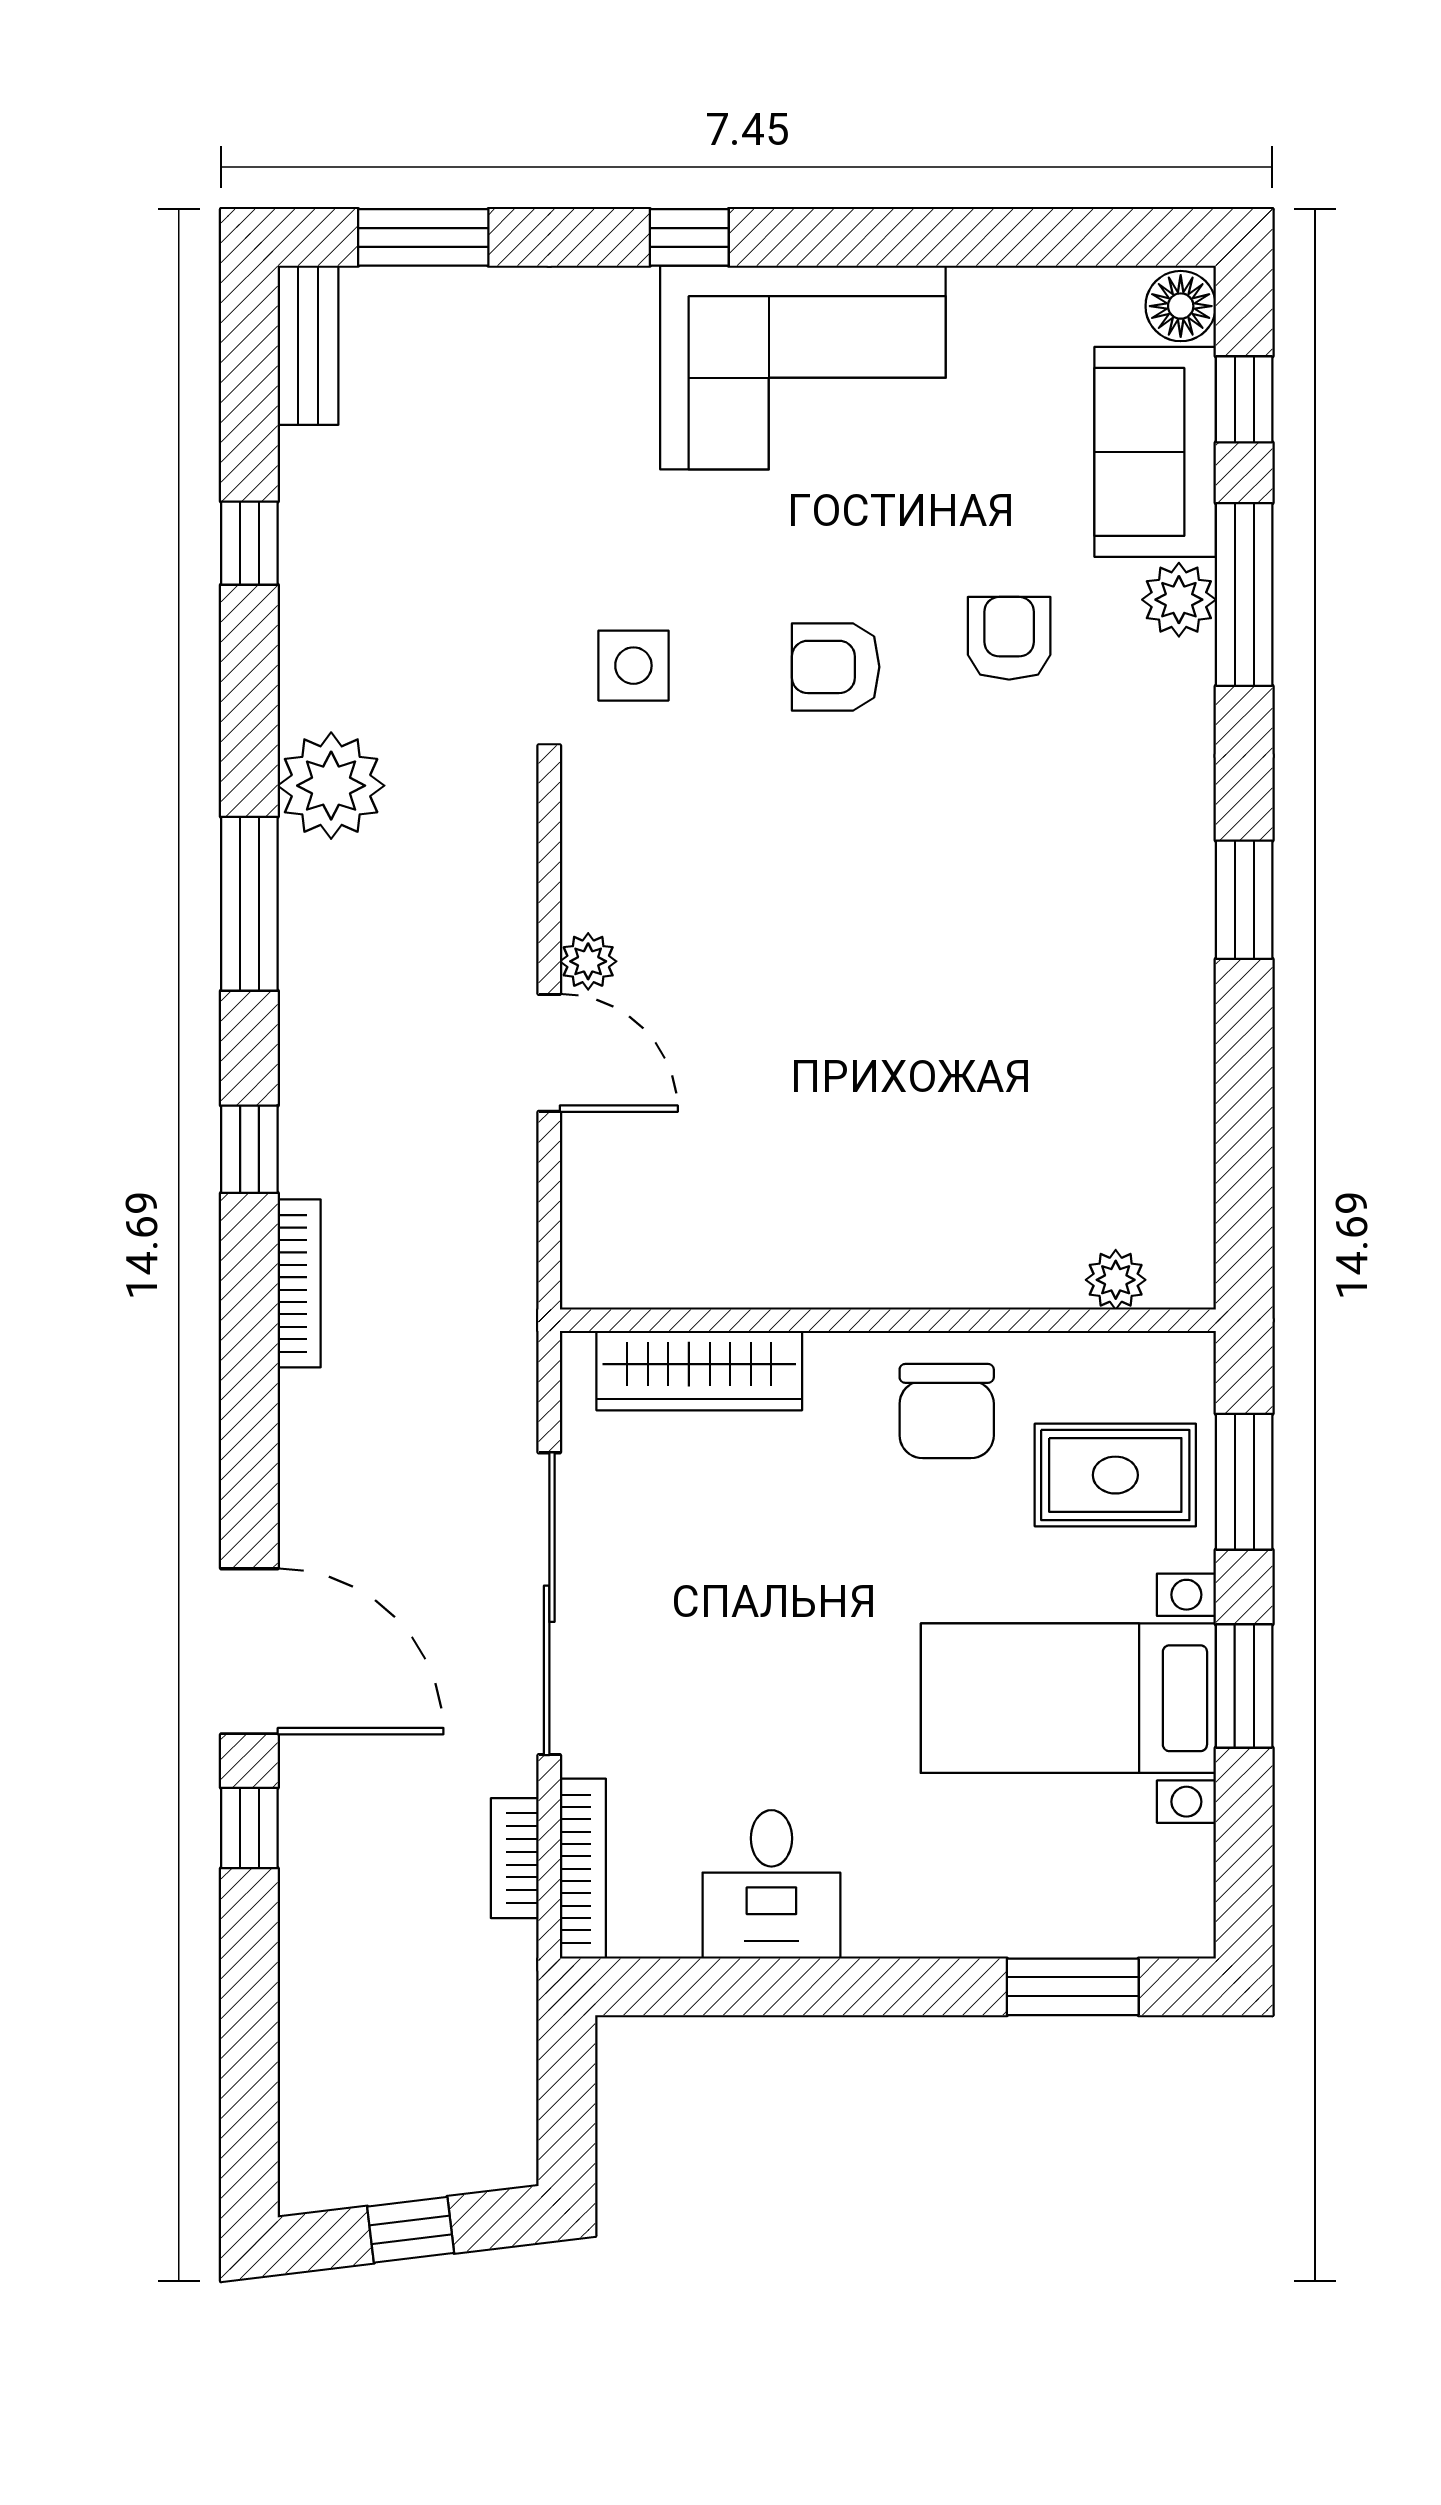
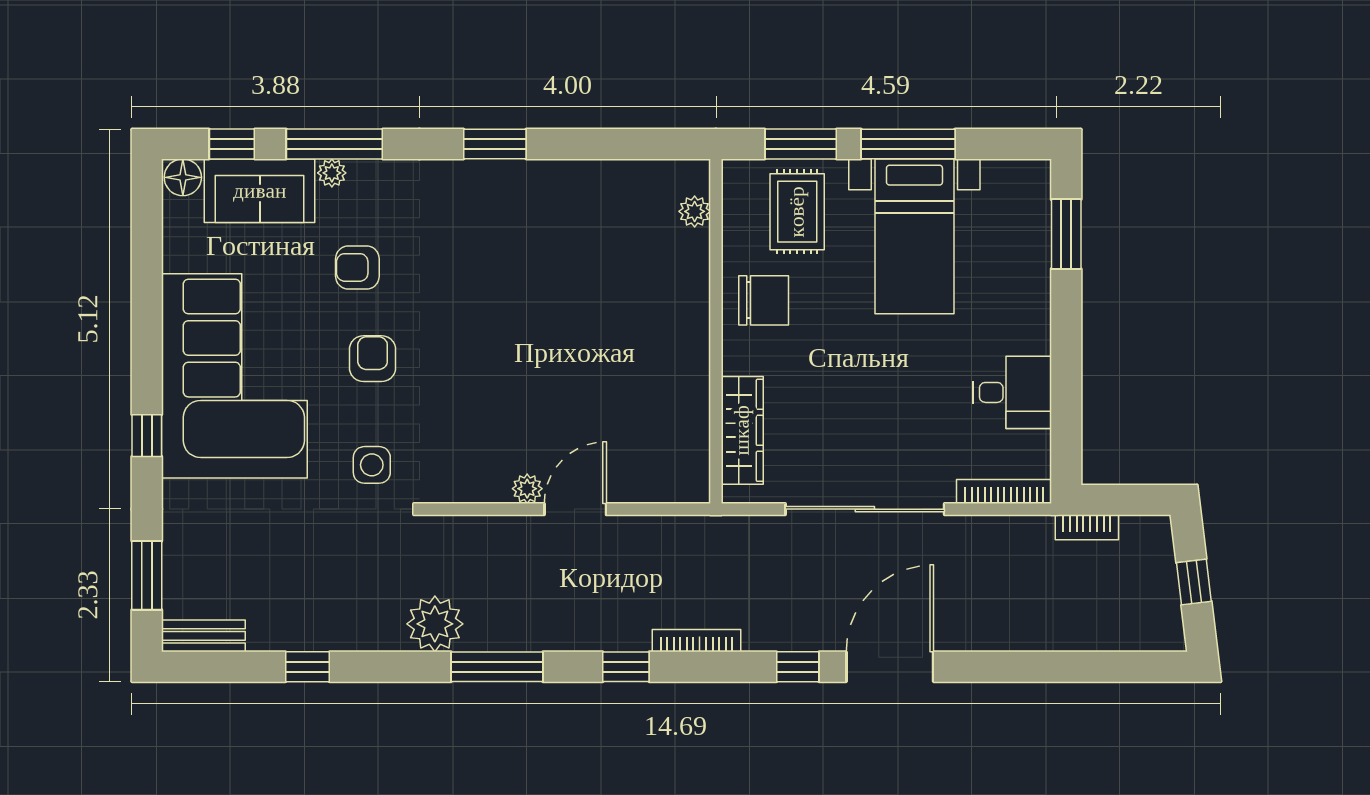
corner sofa: (803, 368) -> (234, 376), width x1.36, depth x1.36
plant: (1179, 600) -> (332, 173), width x0.73, depth x0.73
armchair: (836, 667) -> (373, 359), turned 180
window: (1244, 1686) -> (908, 144), width x1.44
window: (249, 1828) -> (798, 667), moved
bookcase: (515, 1858) -> (1087, 527), moved

